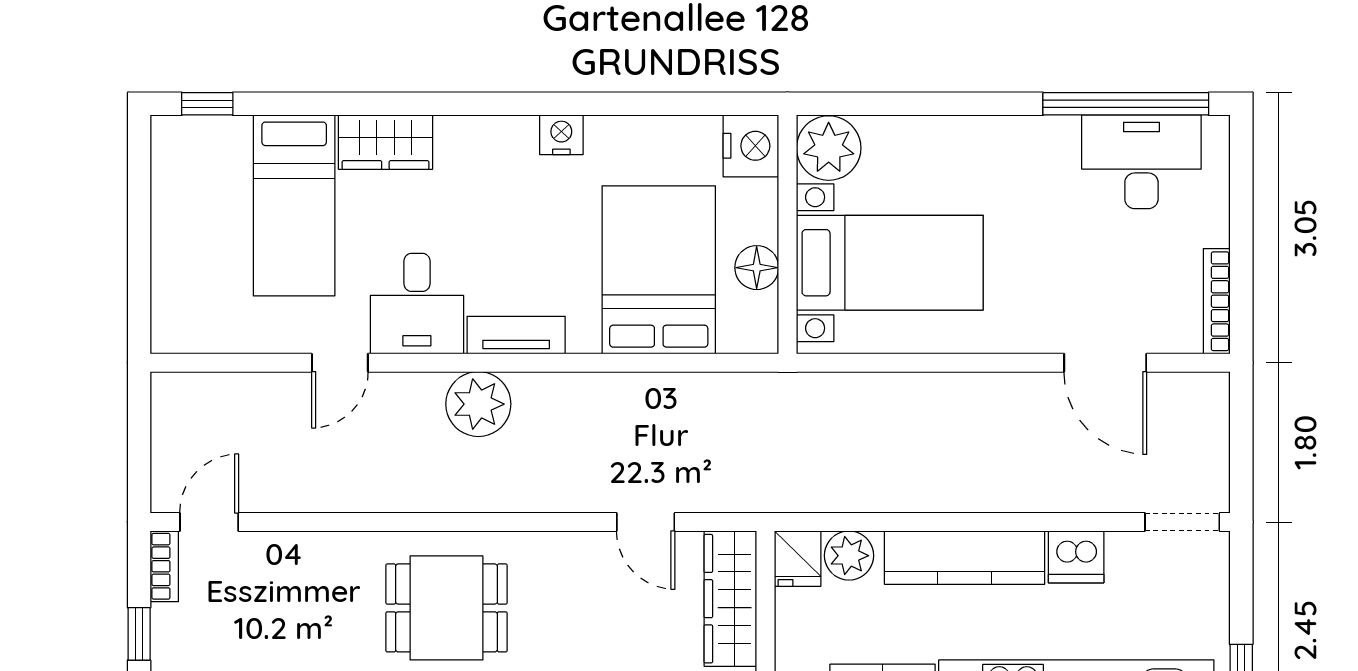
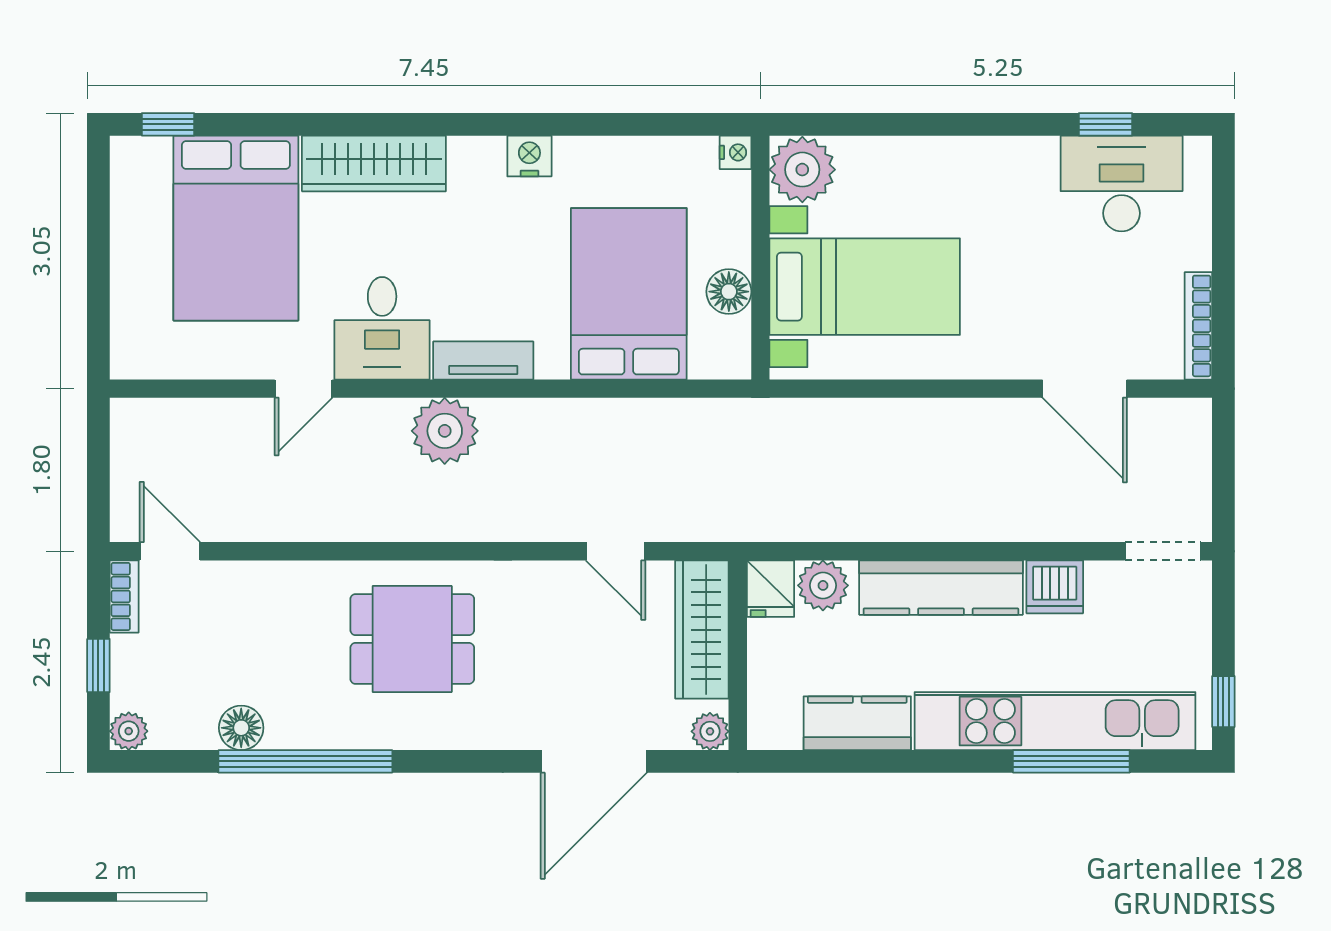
window: (1126, 104) -> (1105, 124), width x0.32
wardrobe: (385, 142) -> (374, 163), width x1.50
nightstand: (751, 146) -> (735, 152), width x0.53, depth x0.56
bed: (294, 205) -> (236, 228), width x1.50
door: (209, 522) -> (170, 551), hinge flipped

